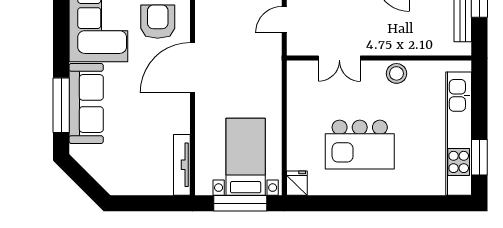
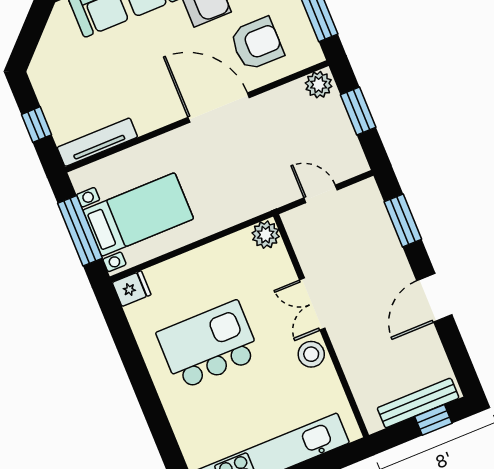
double door: (339, 58) -> (312, 304), moved
plant: (297, 71) -> (266, 235), added
kitchen island: (360, 145) -> (208, 345), turned 90
window: (151, 203) -> (37, 125), added

